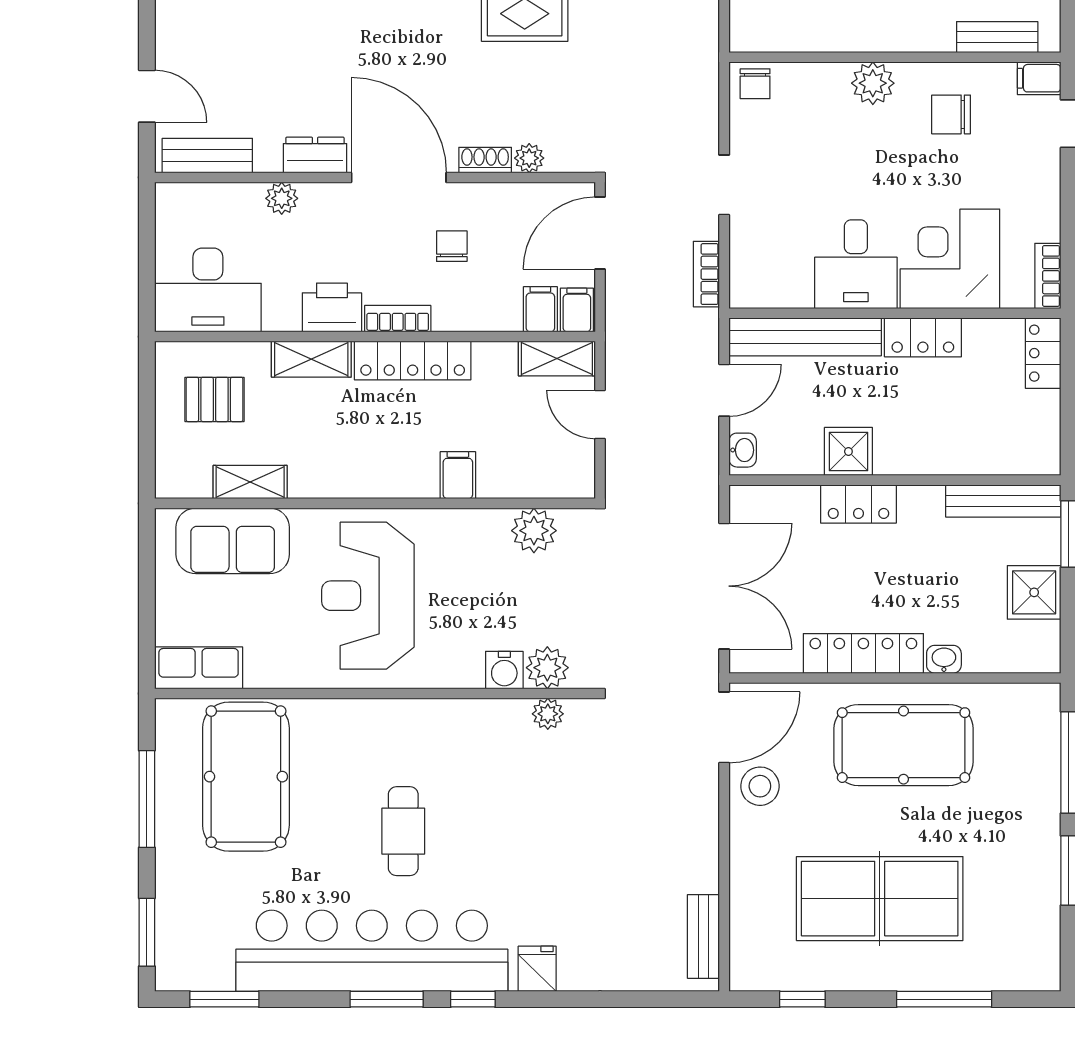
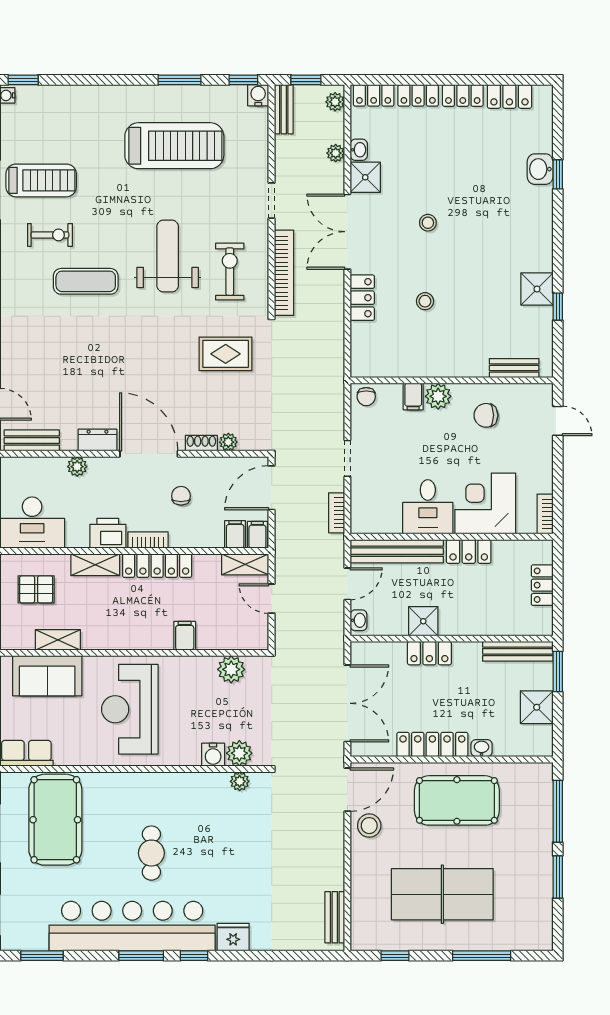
filing cabinet: (1039, 78) -> (413, 397), moved, turned -90
locker: (1043, 353) -> (542, 585), moved
fridge: (537, 969) -> (233, 937), width x1.38

